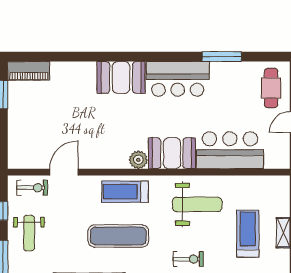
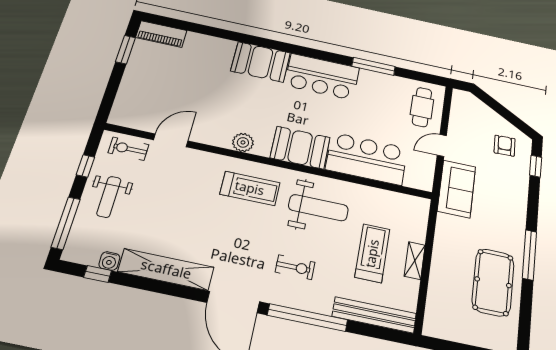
plant: (138, 160) -> (243, 142), moved
exercise bike: (32, 188) -> (128, 149), turned 180
treadmill: (125, 192) -> (250, 188), moved, turned 180
exercise mat: (118, 236) -> (216, 223), removed

